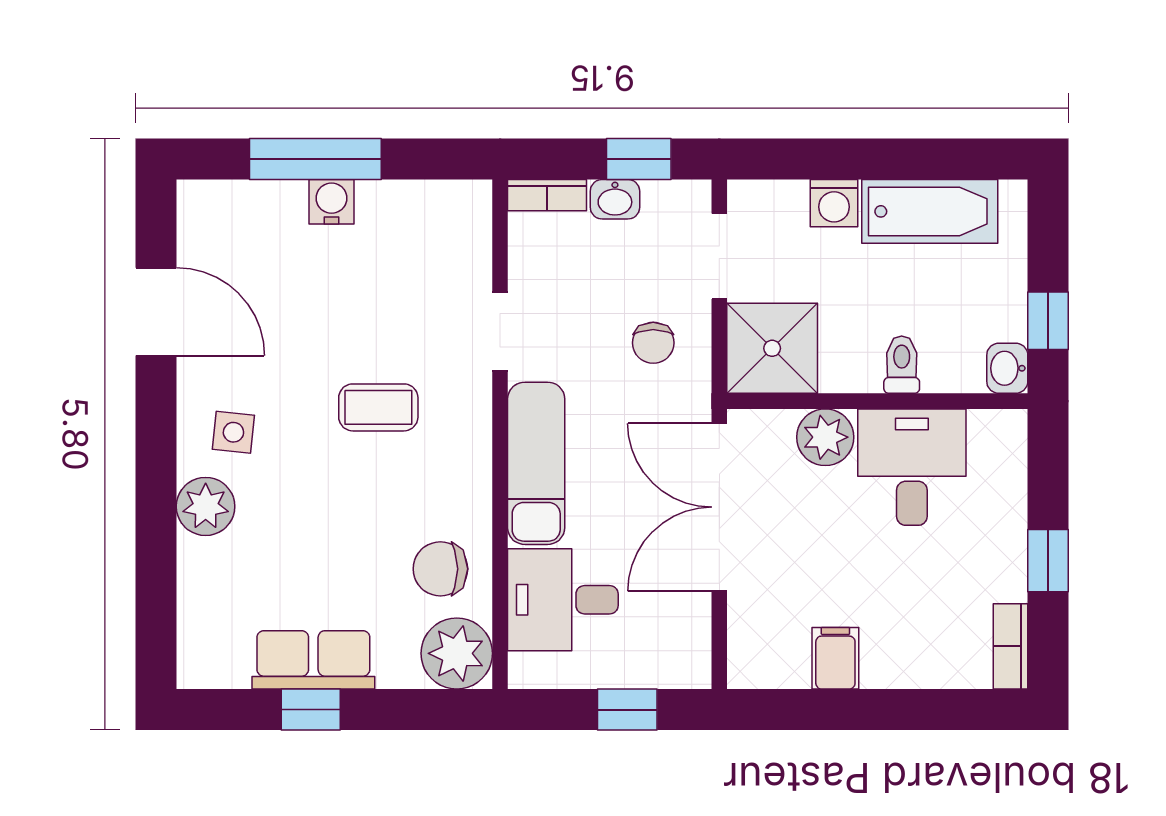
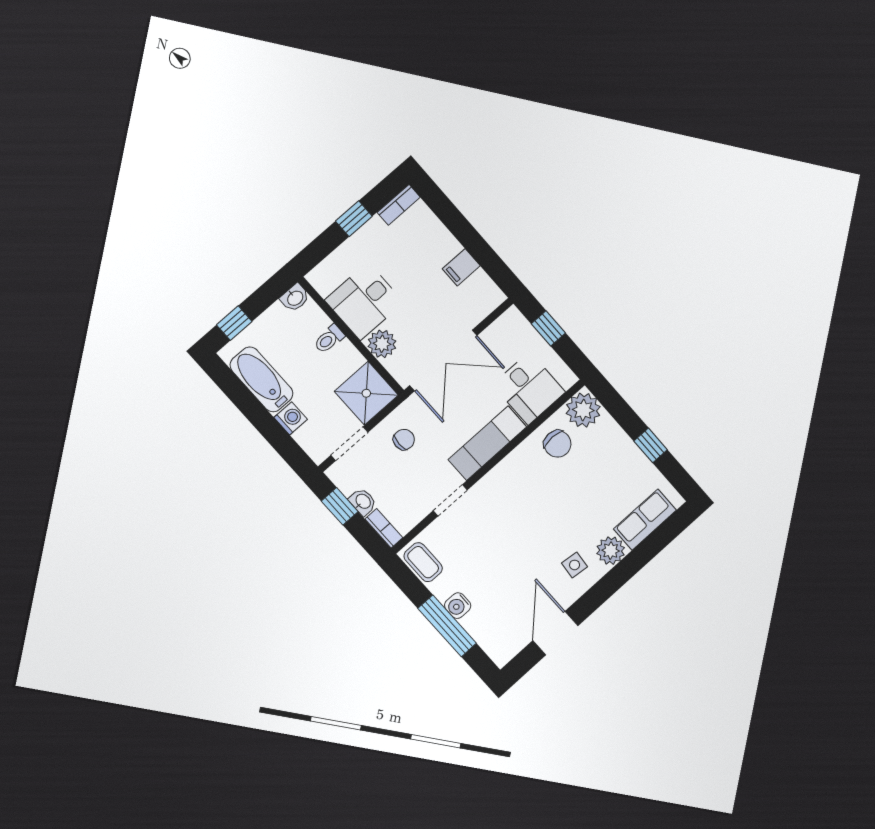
window: (1048, 321) -> (234, 323), moved
coffee table: (378, 407) -> (423, 562), moved
row of seats: (313, 660) -> (645, 520), moved, turned 90

